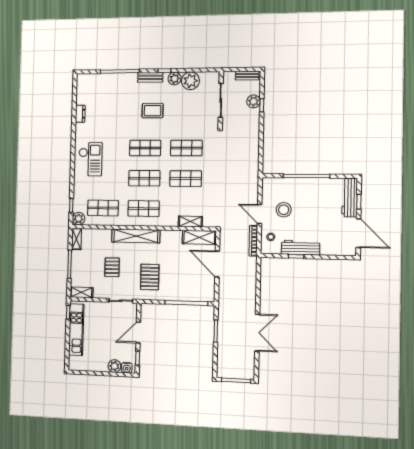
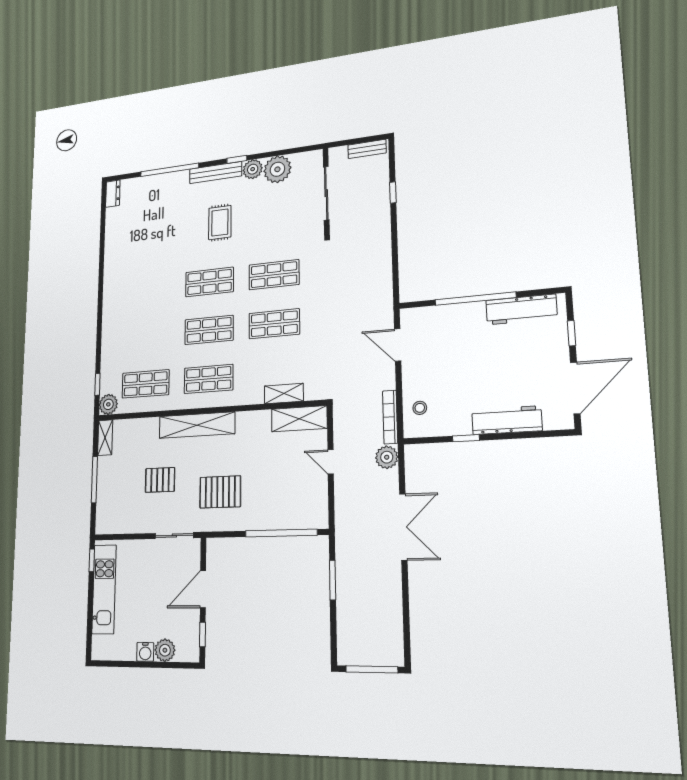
bench: (150, 77) -> (216, 173), width x1.36
plant: (253, 101) -> (387, 457), moved
rug: (152, 111) -> (220, 223), turned 90
dresser: (80, 114) -> (113, 194), moved
checkout: (90, 159) -> (126, 309), removed
workbench: (350, 198) -> (521, 310), moved, turned -90
stool: (284, 210) -> (439, 359), removed
door: (260, 214) -> (398, 345), moved
door: (358, 233) -> (575, 388), hinge flipped
workbench: (300, 248) -> (507, 420), moved
door: (217, 264) -> (331, 462), width x0.53
pallet: (112, 267) -> (160, 480), turned 90
pallet: (150, 277) -> (220, 492), turned 90
shelving: (81, 292) -> (112, 525), removed
double door: (257, 333) -> (403, 527), moved
water cooler: (127, 368) -> (145, 652), moved

